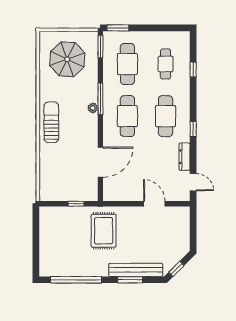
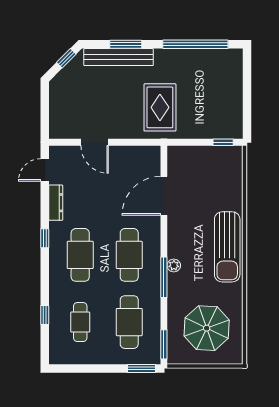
sun lounger: (51, 122) -> (227, 247), width x1.36, depth x1.34
door: (193, 182) -> (45, 170), hinge flipped
window: (76, 204) -> (223, 142), moved

